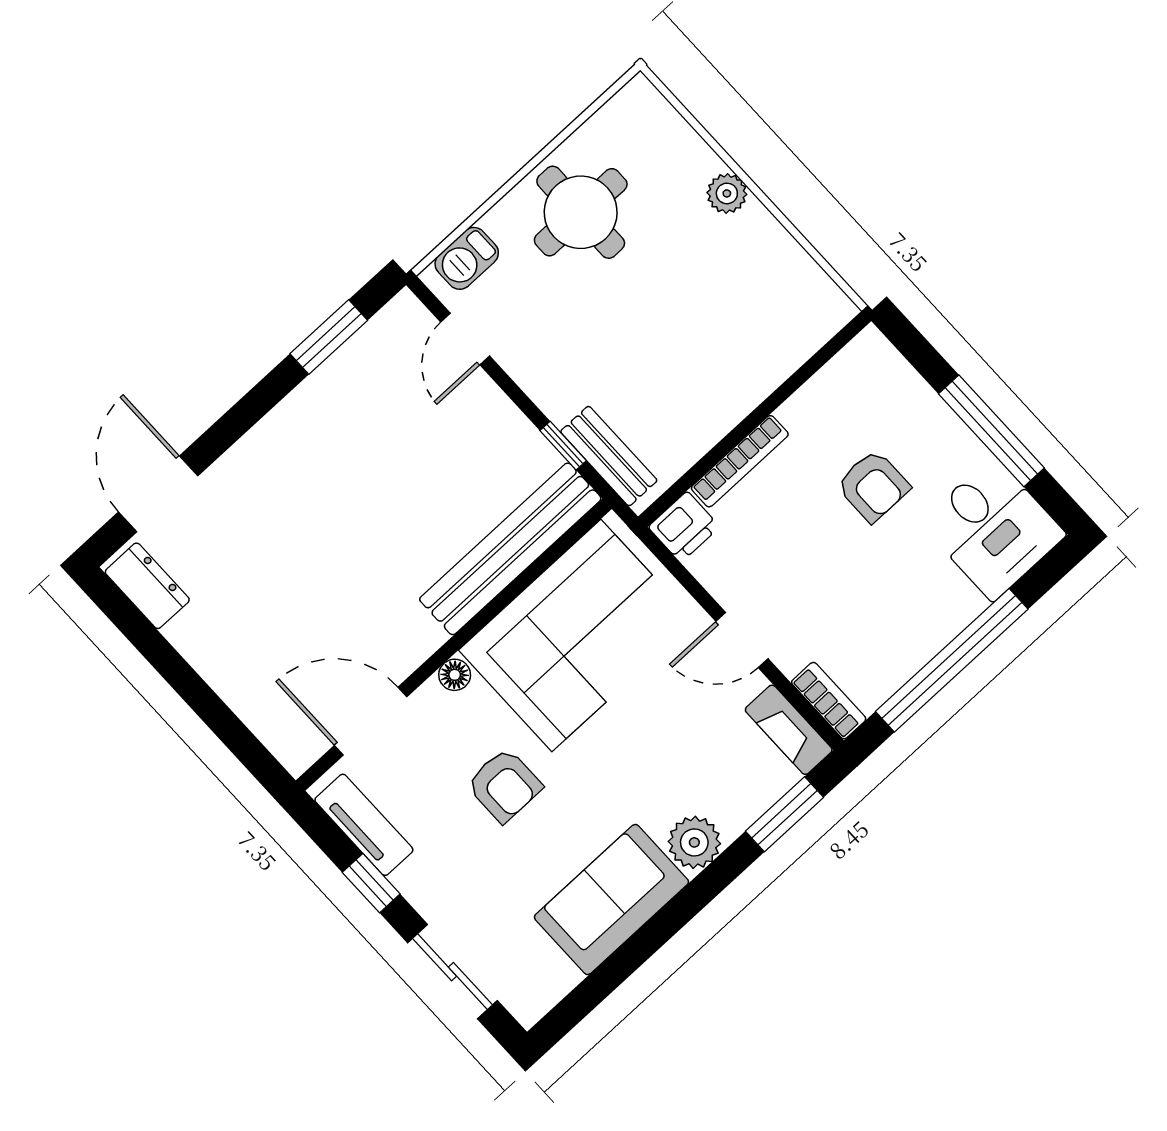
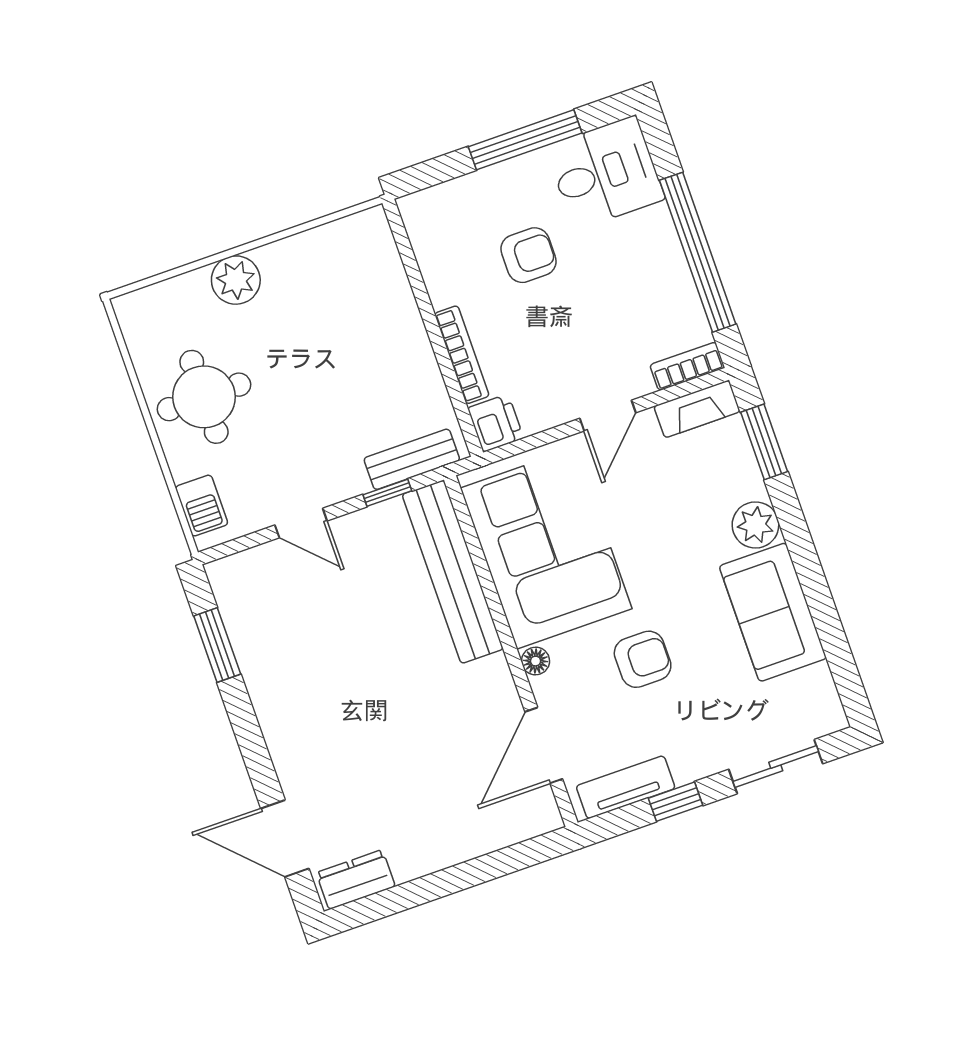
plant: (727, 193) -> (236, 280), width x1.38, depth x1.38
door: (465, 339) -> (301, 523), moved

